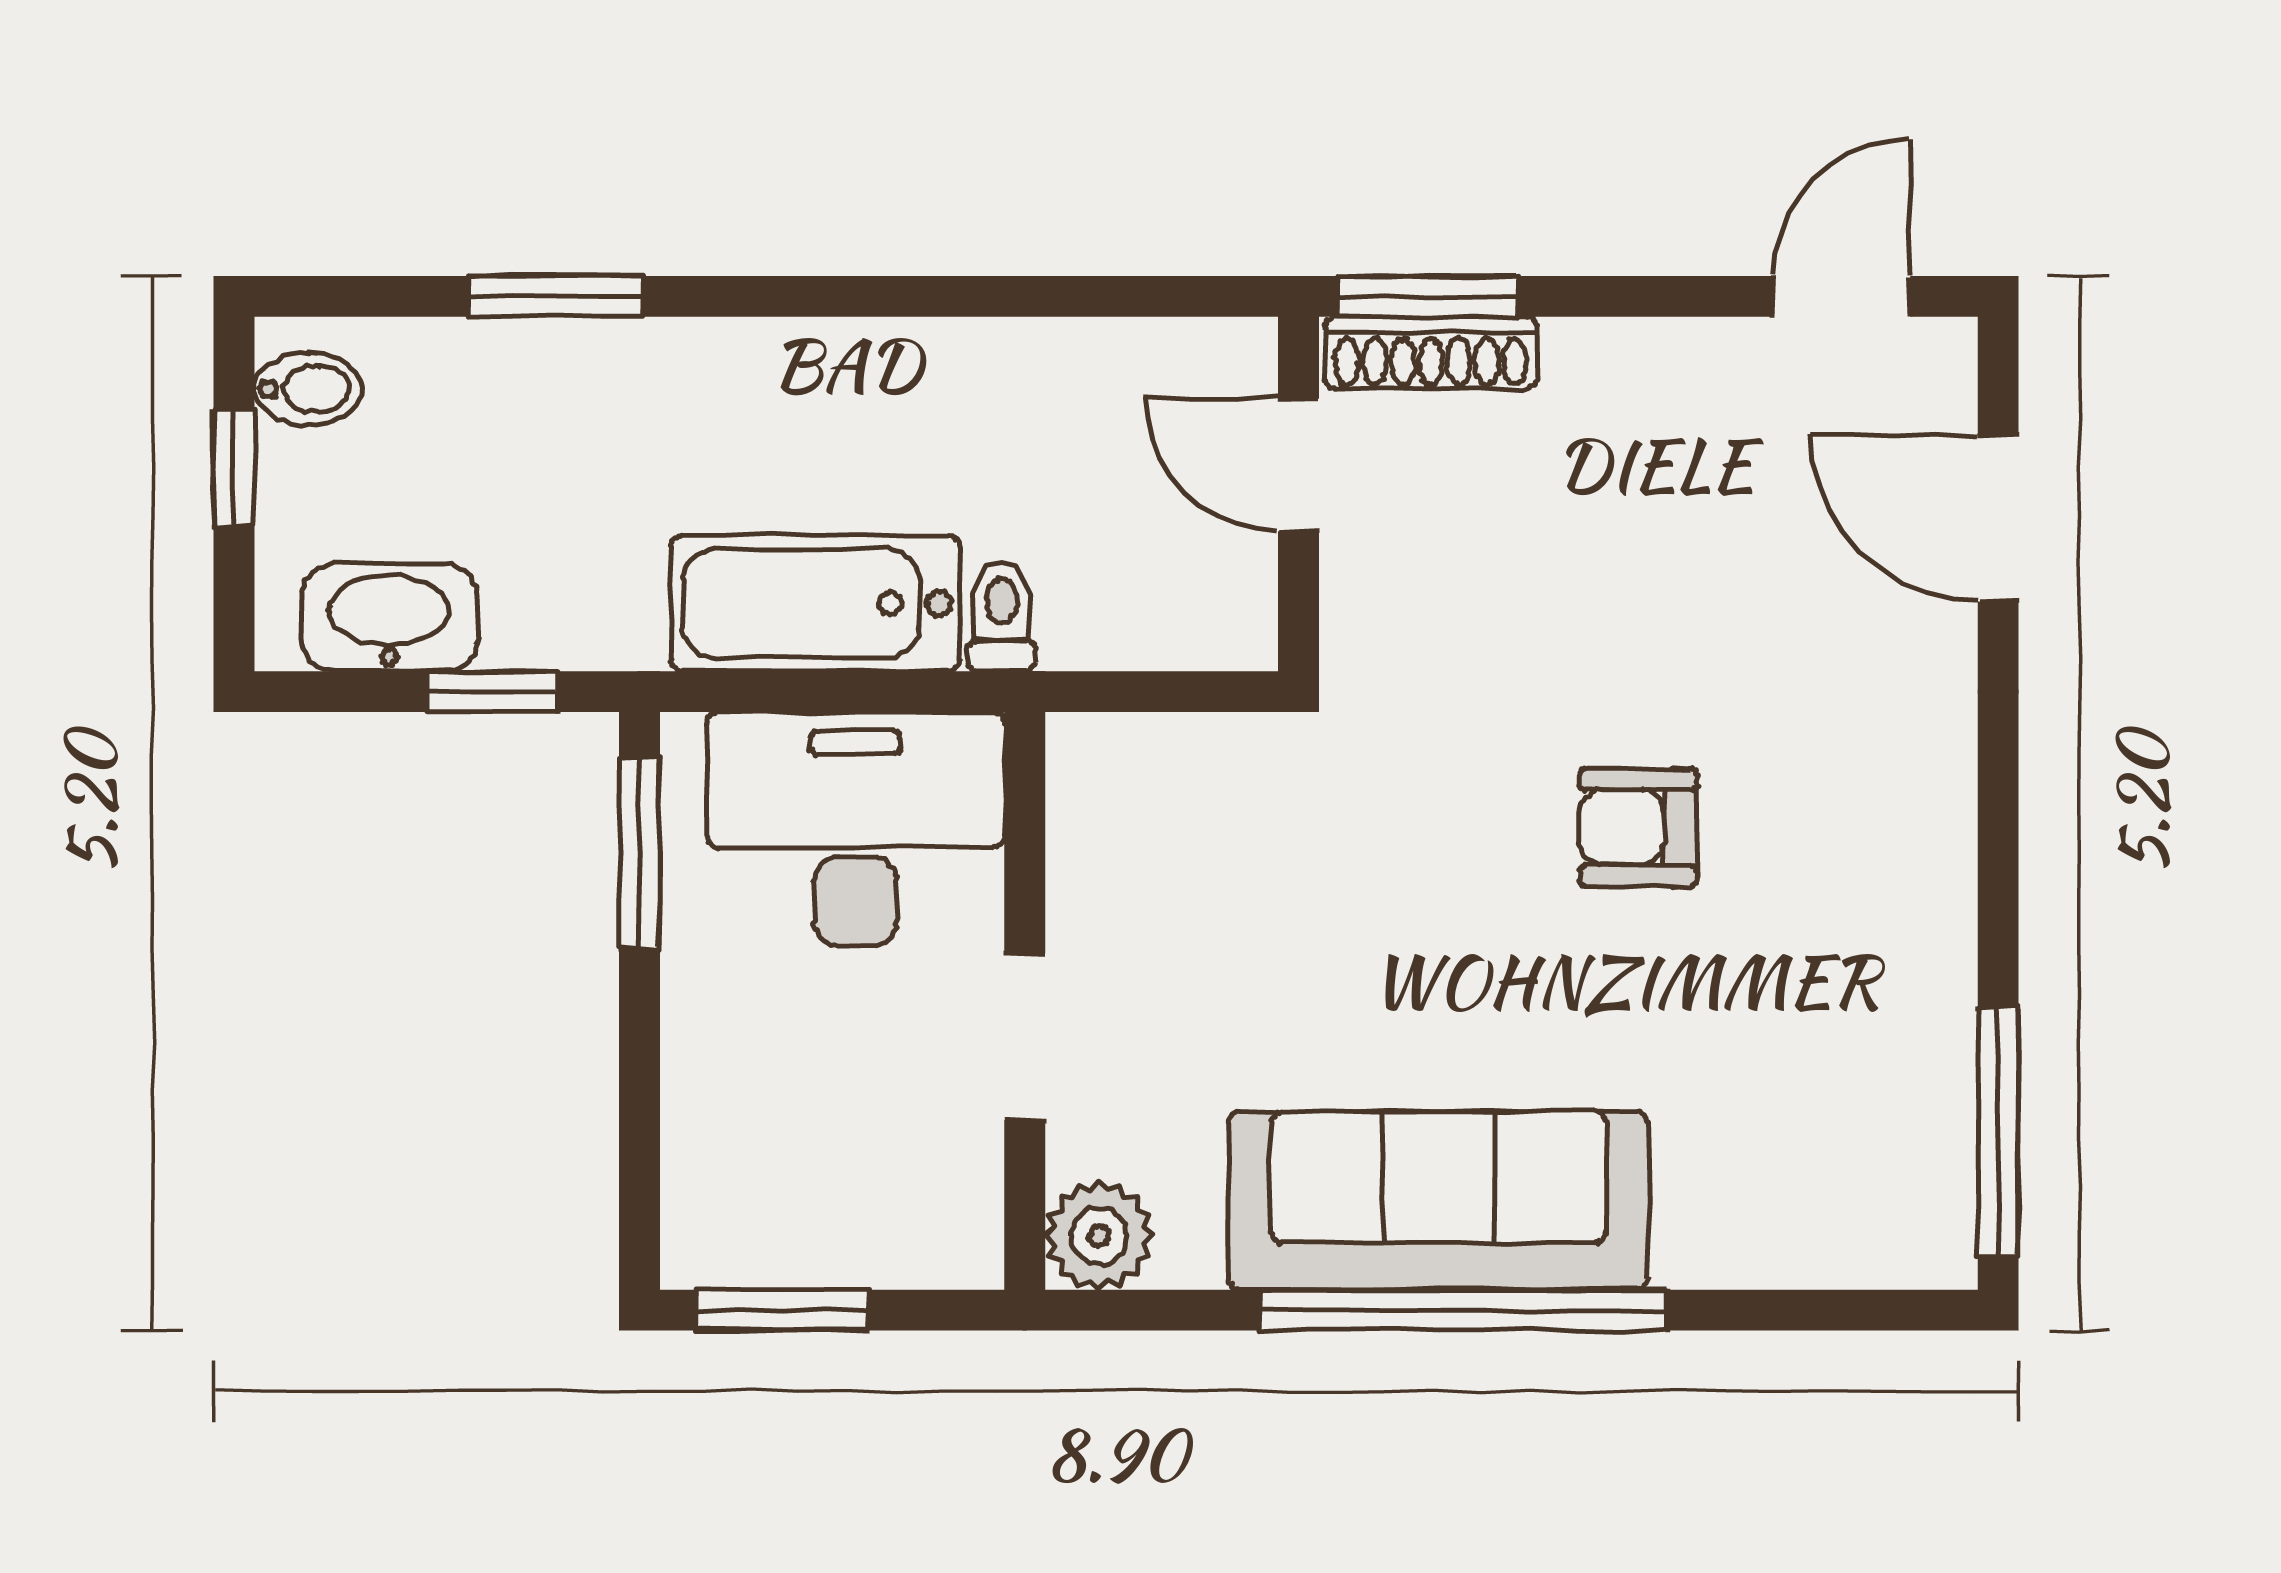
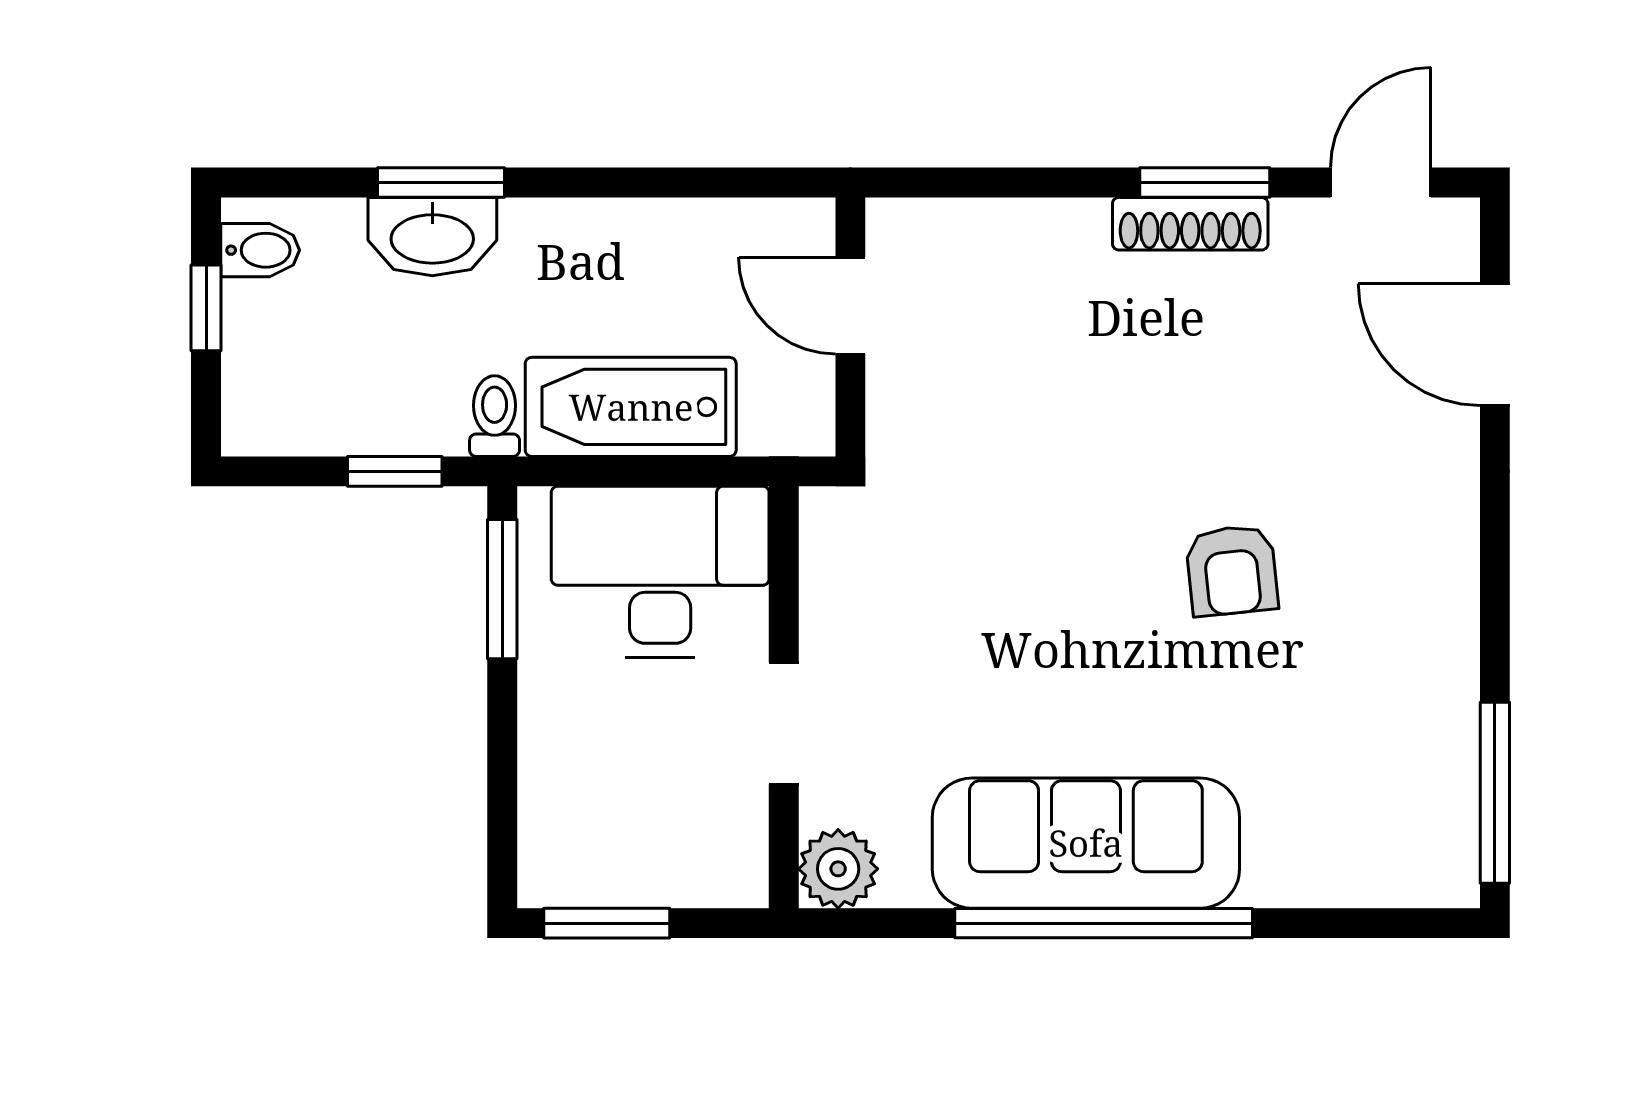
window: (1428, 296) -> (1205, 182), moved
shoe rack: (1431, 353) -> (1190, 224), moved
door: (1298, 465) -> (850, 306), moved
wall: (1298, 494) -> (850, 327), moved
toilet: (1002, 616) -> (495, 416), moved
washbasin: (390, 618) -> (432, 237), moved, turned 180
armchair: (1638, 827) -> (1232, 570), turned -96

